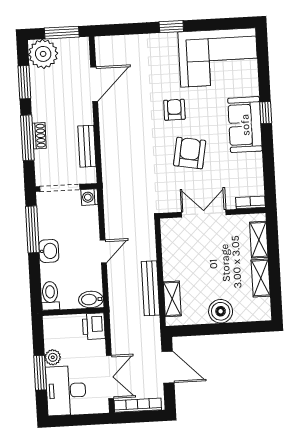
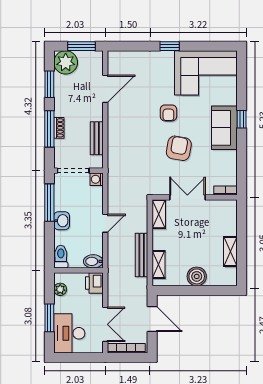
armchair: (174, 110) -> (168, 113), turned 180
shelving: (259, 240) -> (159, 214), moved
plant: (53, 357) -> (60, 289), moved

